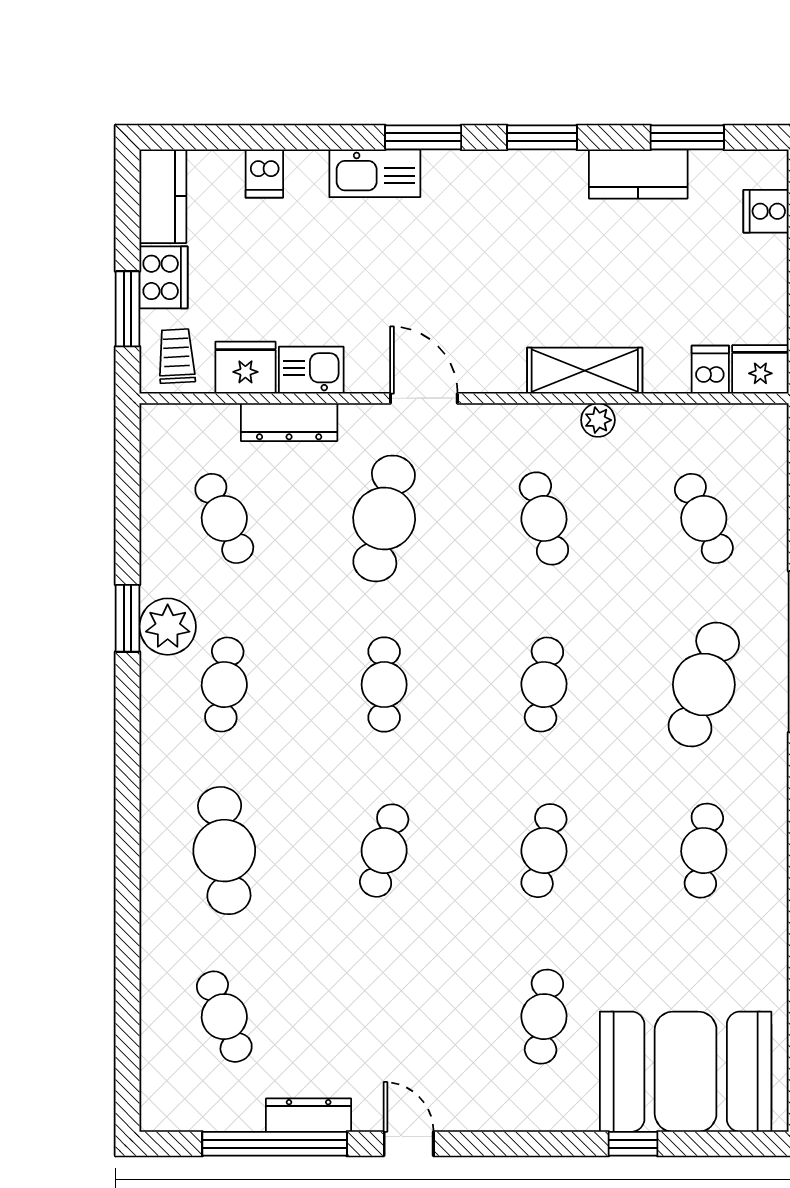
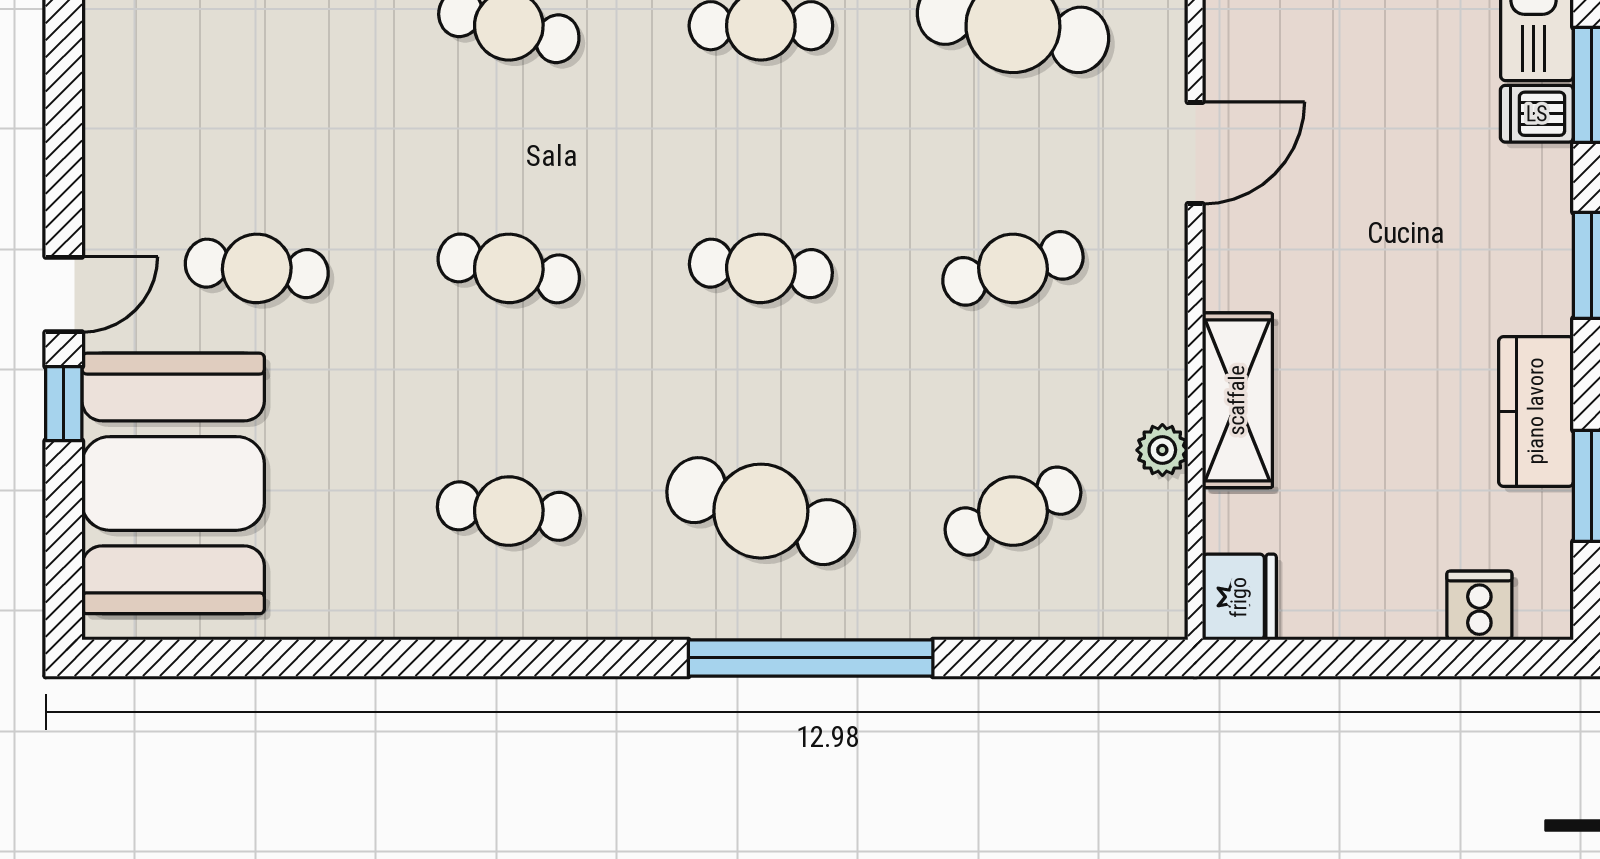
dishwasher: (710, 370) -> (1537, 114), moved, turned 180
shelving: (585, 371) -> (1237, 400), moved
door: (424, 398) -> (1195, 153), moved
plant: (598, 420) -> (1162, 450), moved
door: (409, 1144) -> (64, 294), moved

